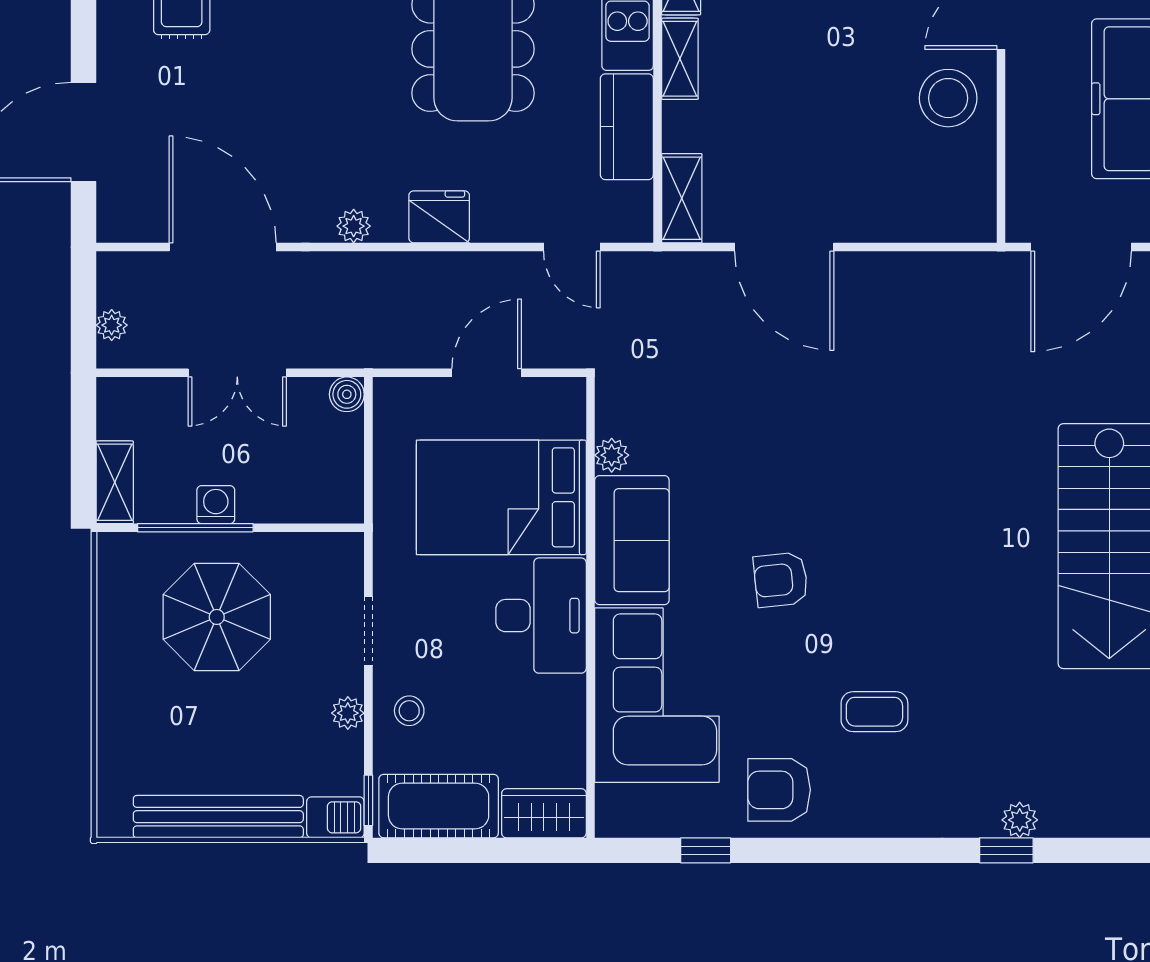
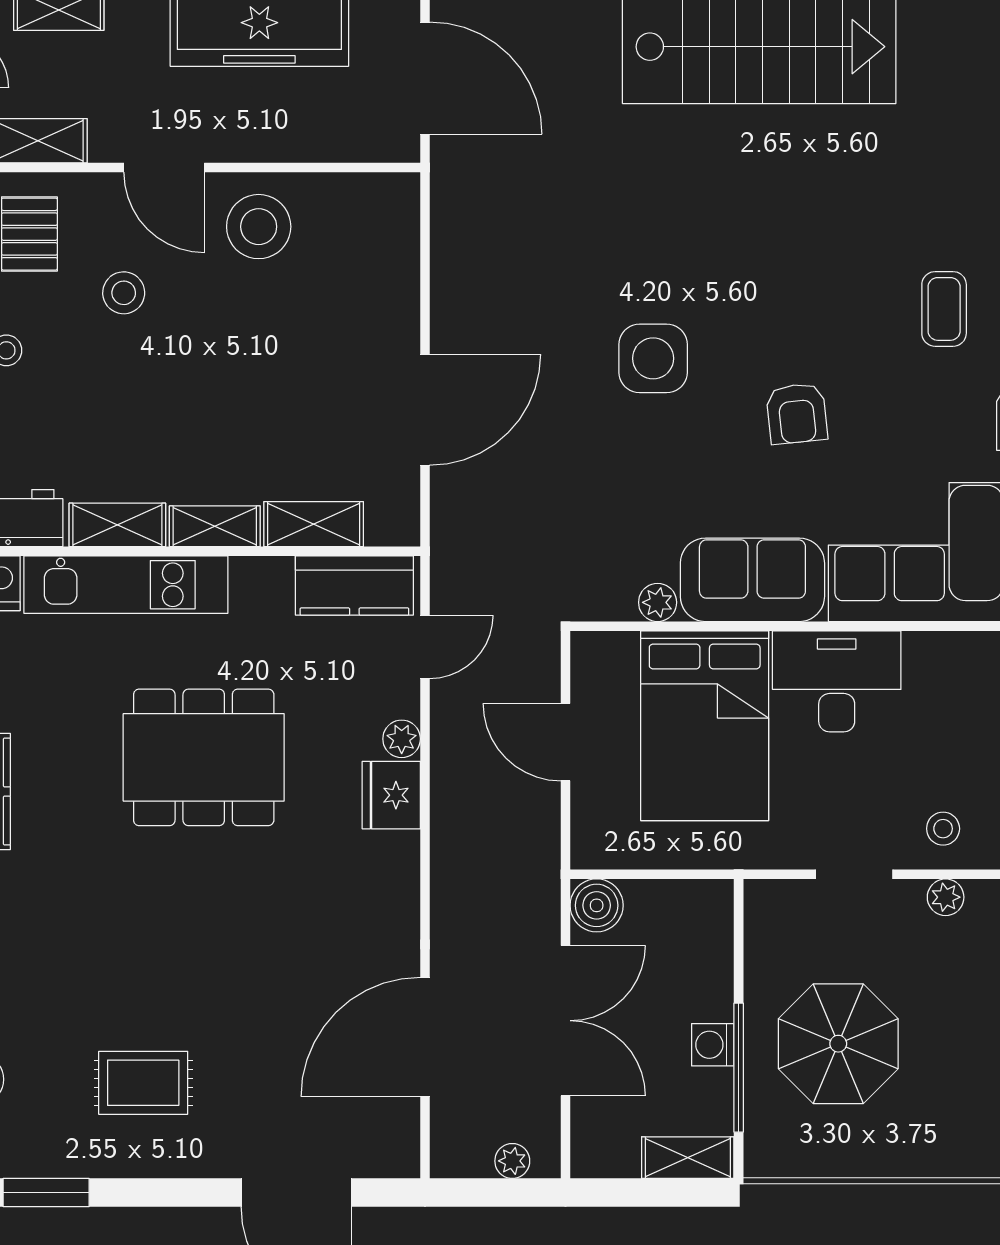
kitchen counter: (627, 127) -> (354, 586), moved
shelving: (682, 198) -> (314, 524), moved
plant: (354, 226) -> (402, 739), moved
double door: (237, 373) -> (565, 1021), width x1.37
boiler: (347, 394) -> (597, 905), width x1.36, depth x1.36
side table: (830, 451) -> (653, 358), added

